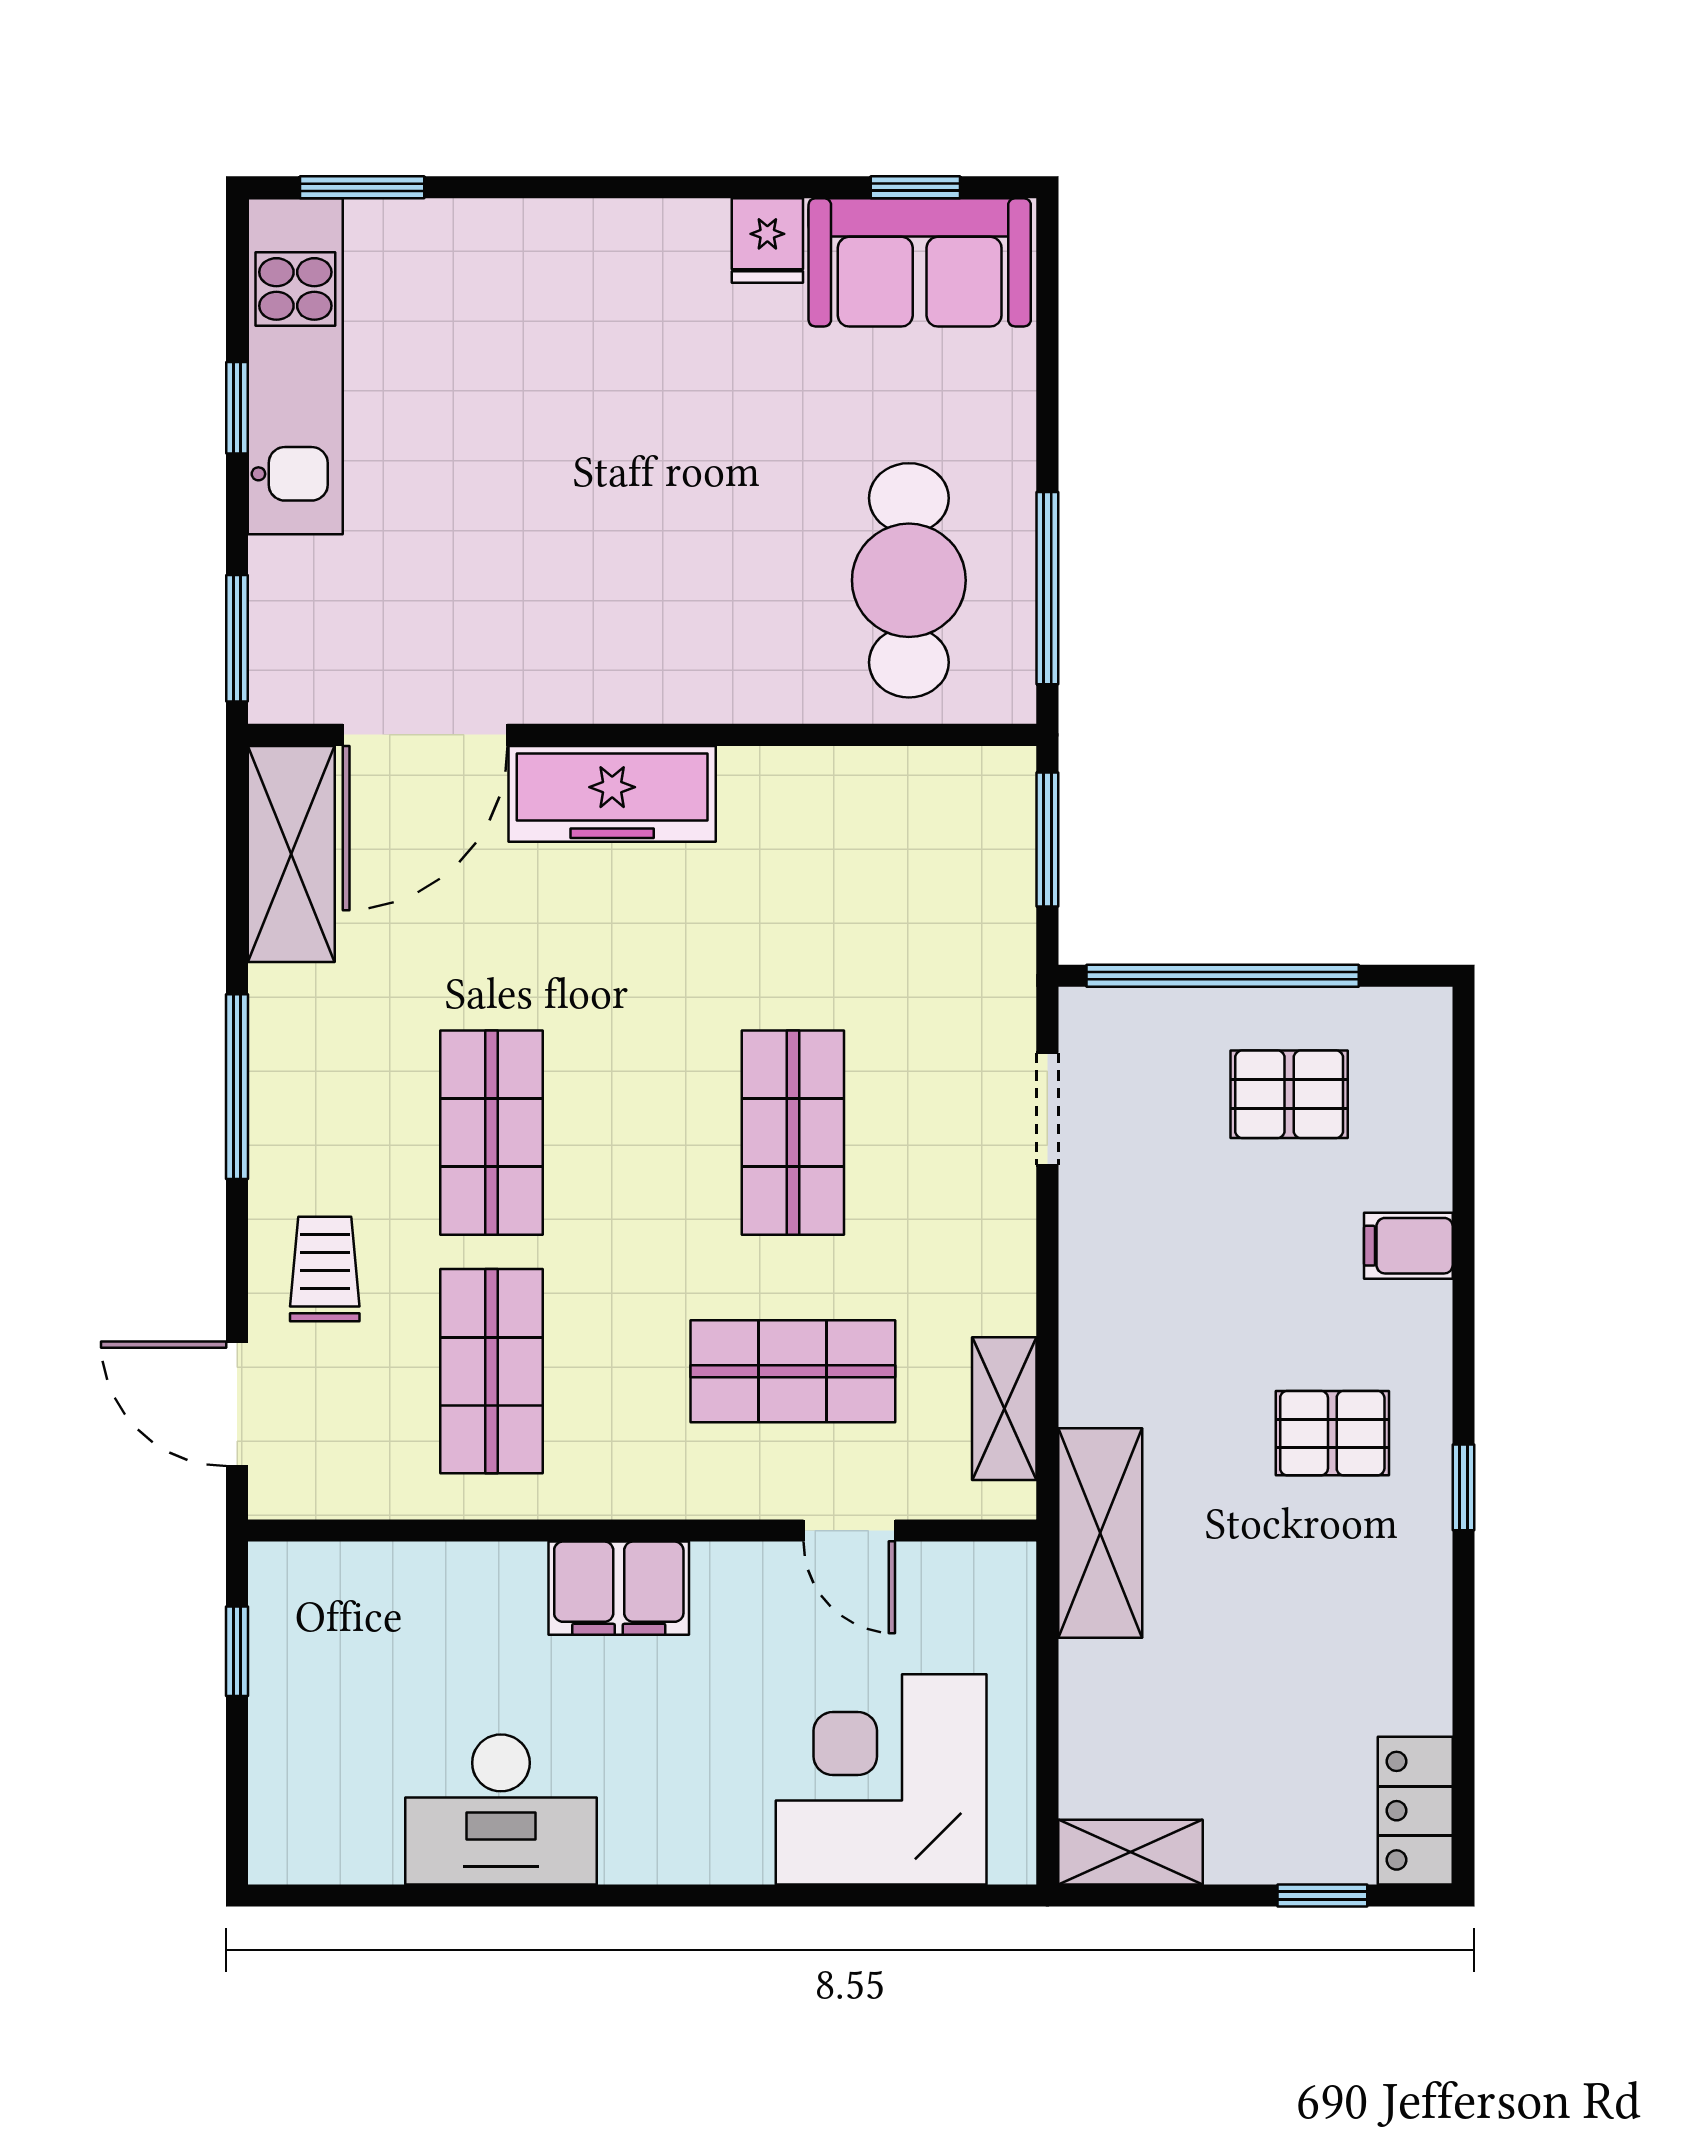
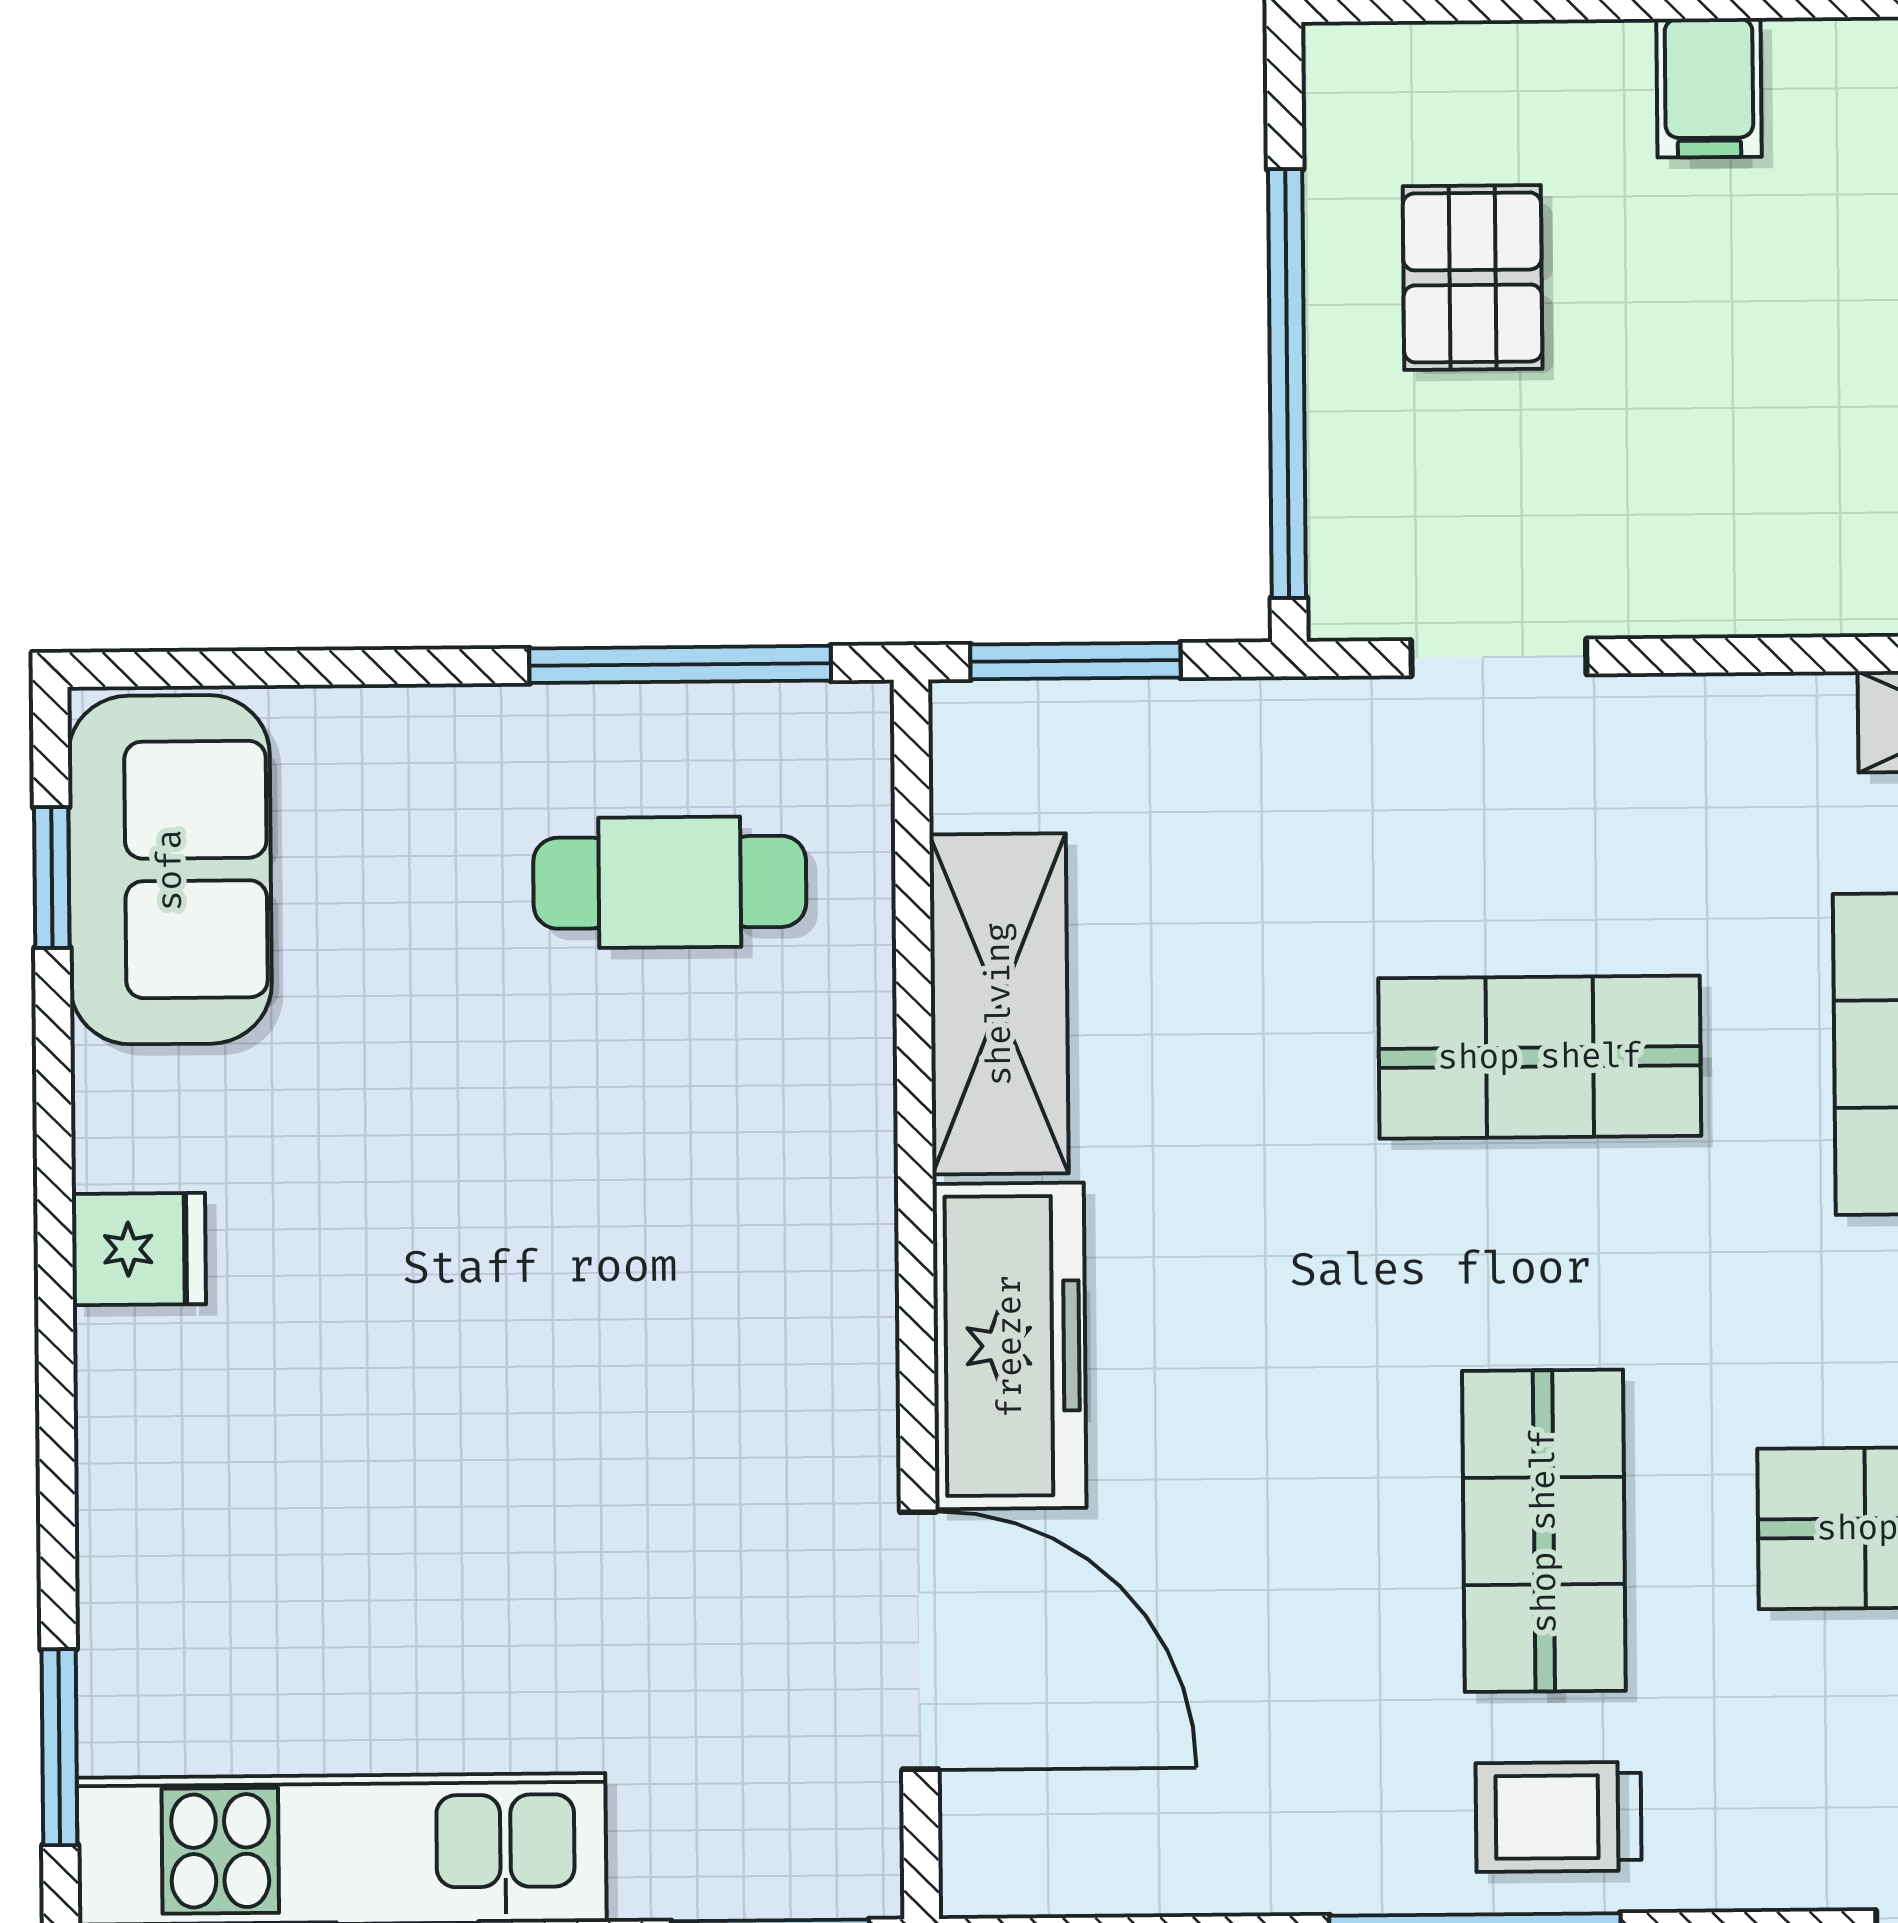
fridge: (767, 241) -> (139, 1249), moved
cafe table: (909, 580) -> (670, 882), width x0.73, depth x0.74
shelving: (291, 854) -> (999, 1004), moved, turned 90
shop shelf: (492, 1133) -> (1544, 1531), turned 90
trolley: (325, 1269) -> (1559, 1817), moved

